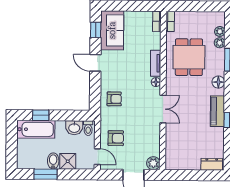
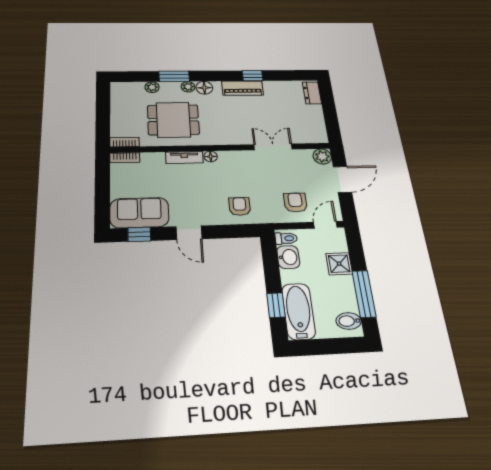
plant: (220, 31) -> (188, 87), moved
door: (95, 63) -> (189, 233), hinge flipped
double door: (163, 109) -> (273, 147), moved
bidet: (53, 161) -> (349, 321), moved
window: (45, 174) -> (364, 294), width x1.44

